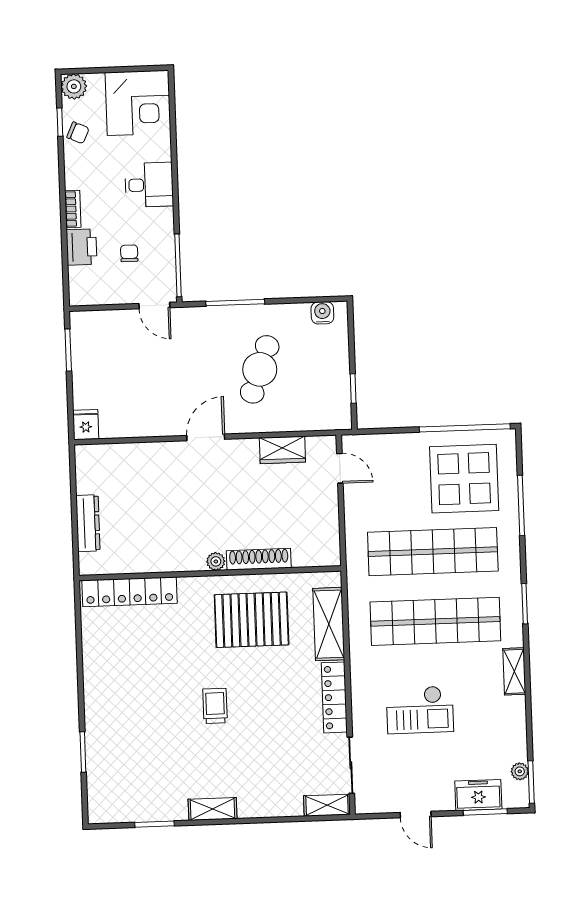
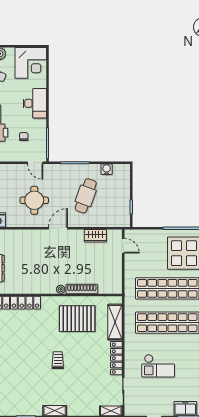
desk: (149, 185) -> (35, 103), width x1.37
water cooler: (322, 313) -> (107, 169), moved
round table: (155, 382) -> (34, 200), added

